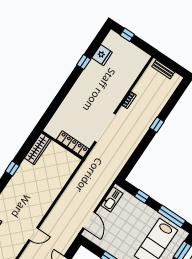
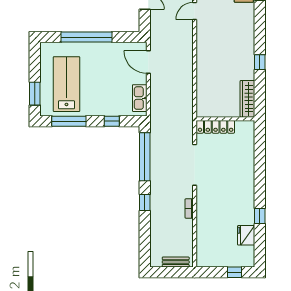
window: (136, 156) -> (145, 157), added

